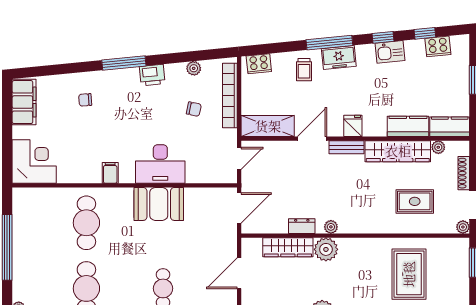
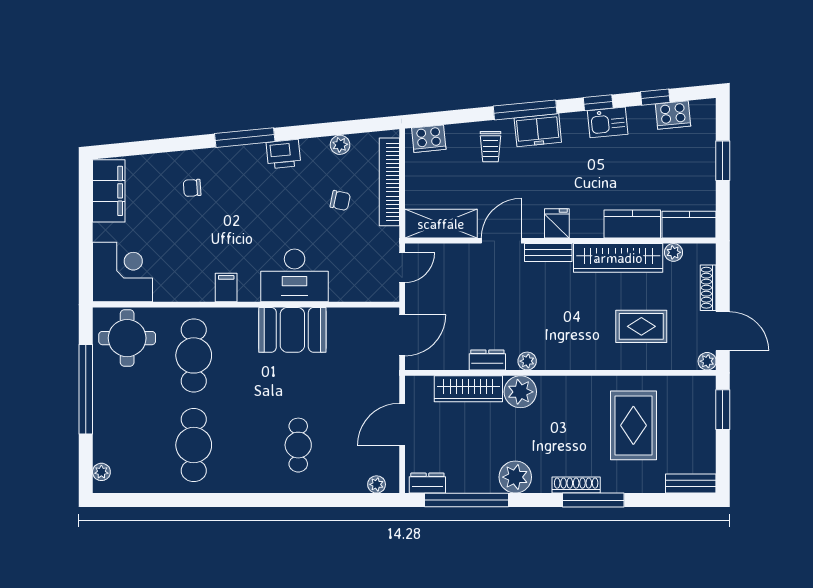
round table: (38, 210) -> (127, 338), added

